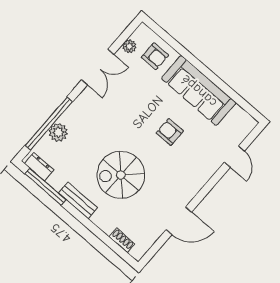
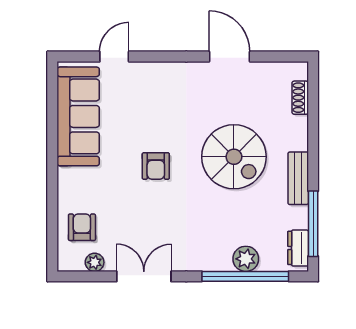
sofa: (199, 91) -> (78, 116), moved
armchair: (170, 132) -> (156, 166), moved

